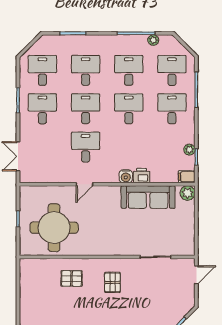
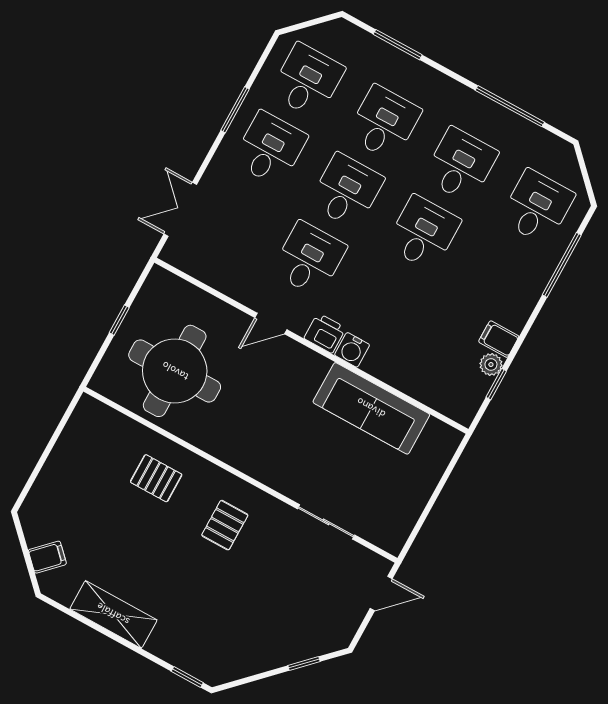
plant: (153, 40) -> (534, 135), removed
desk: (172, 109) -> (500, 275), removed
printer: (142, 176) -> (325, 333), moved
filing cabinet: (187, 177) -> (499, 339), moved
plant: (188, 193) -> (445, 440), removed

